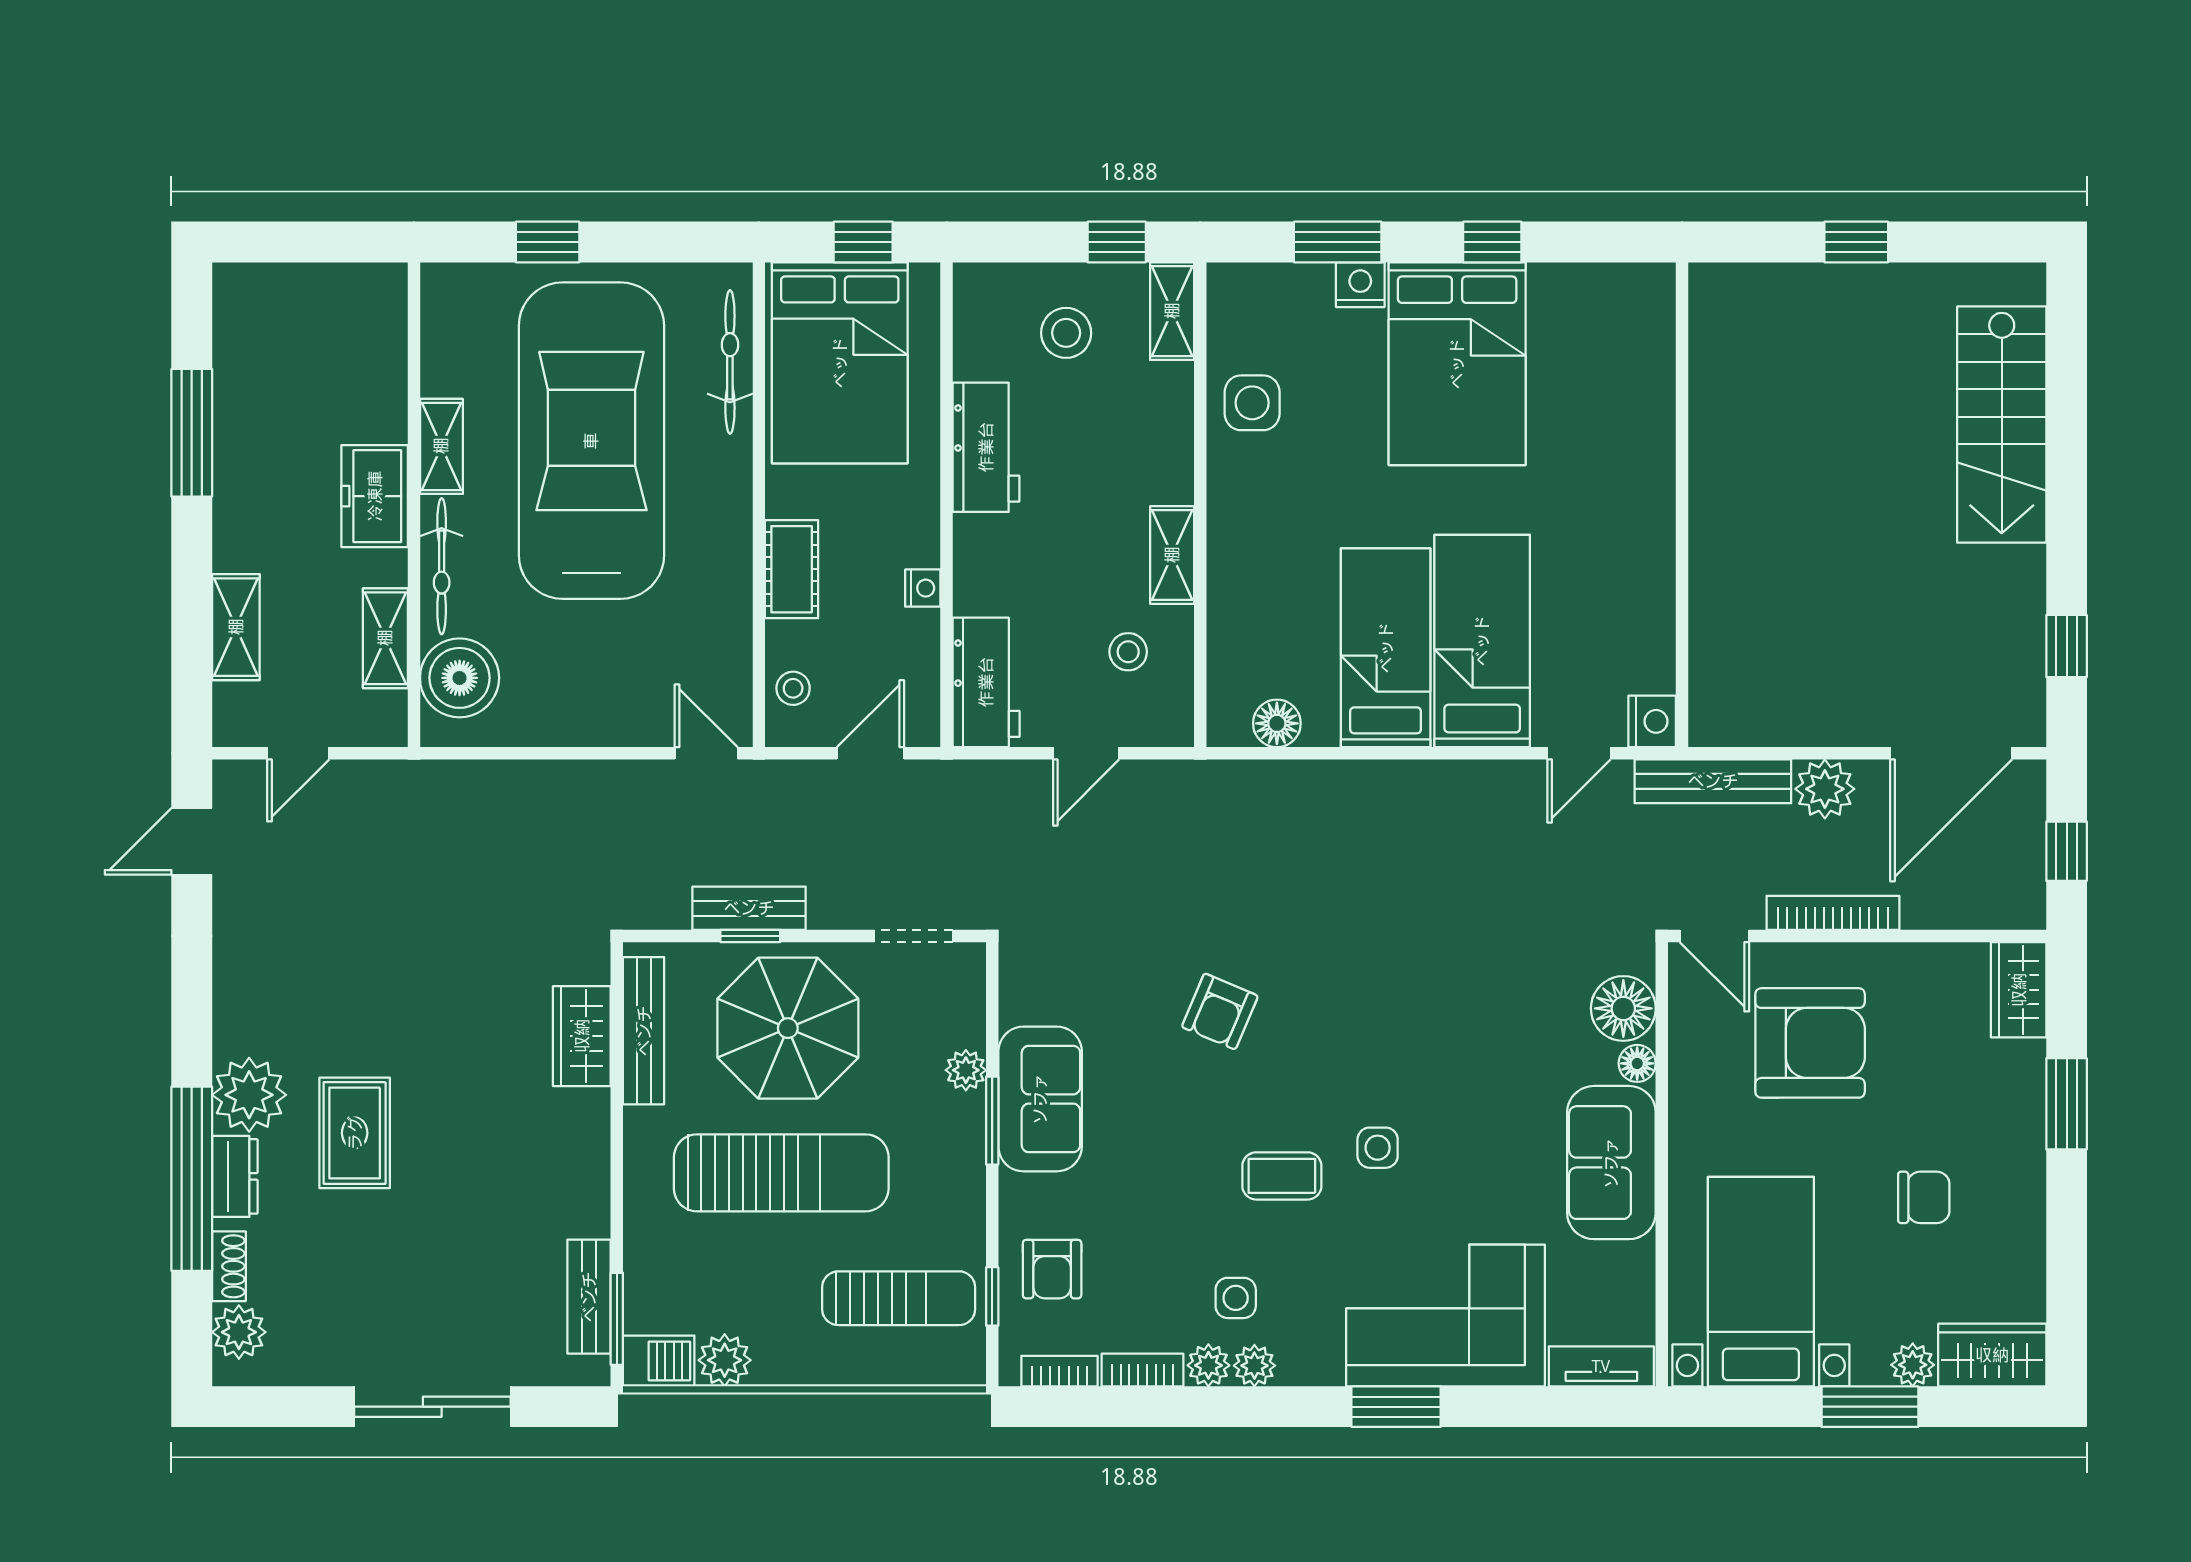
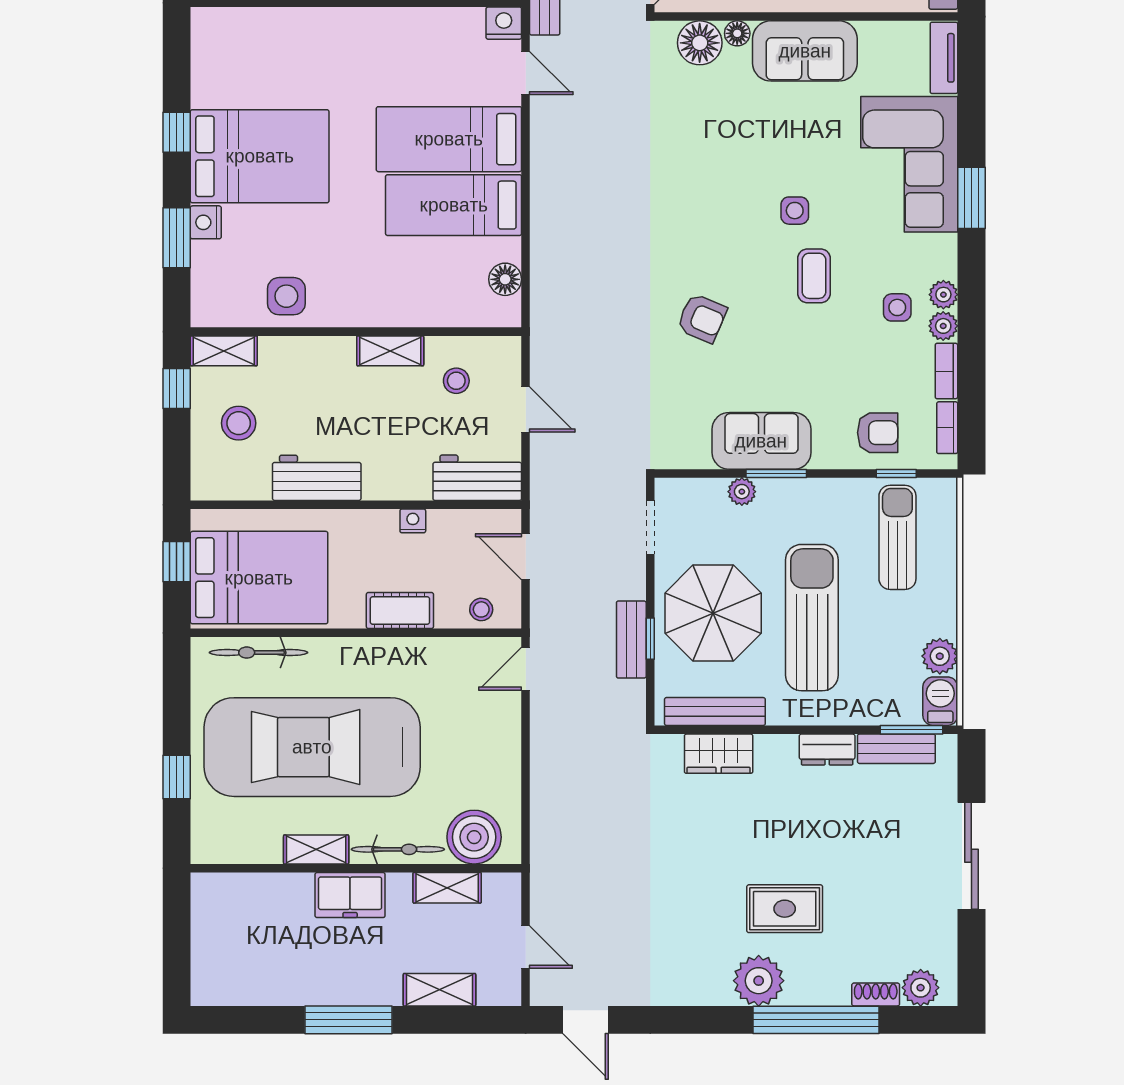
window: (192, 433) -> (348, 1020), moved
dresser: (235, 1176) -> (827, 749), moved, turned 180

